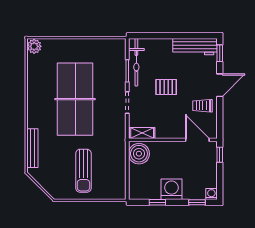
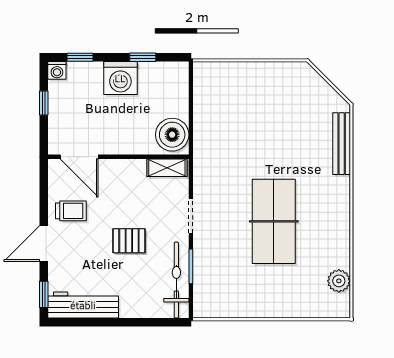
plant: (34, 46) -> (339, 281), moved
table tennis table: (75, 99) -> (274, 221), width x0.73, depth x0.76
window: (220, 155) -> (44, 103), moved
sun lounger: (83, 171) -> (260, 108), removed

